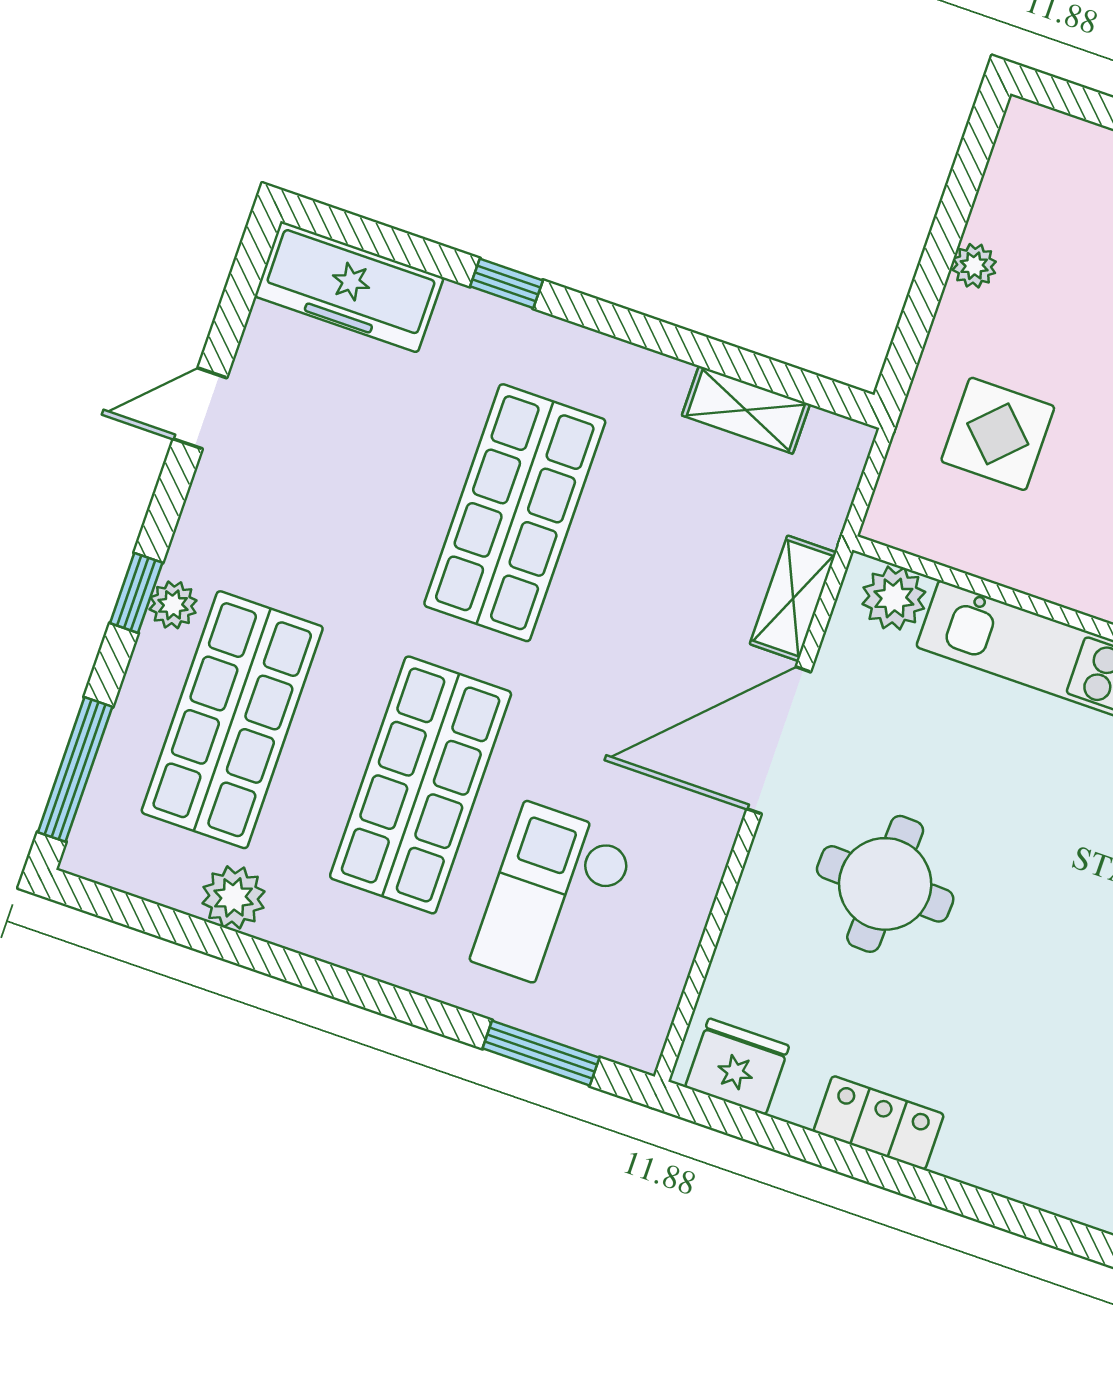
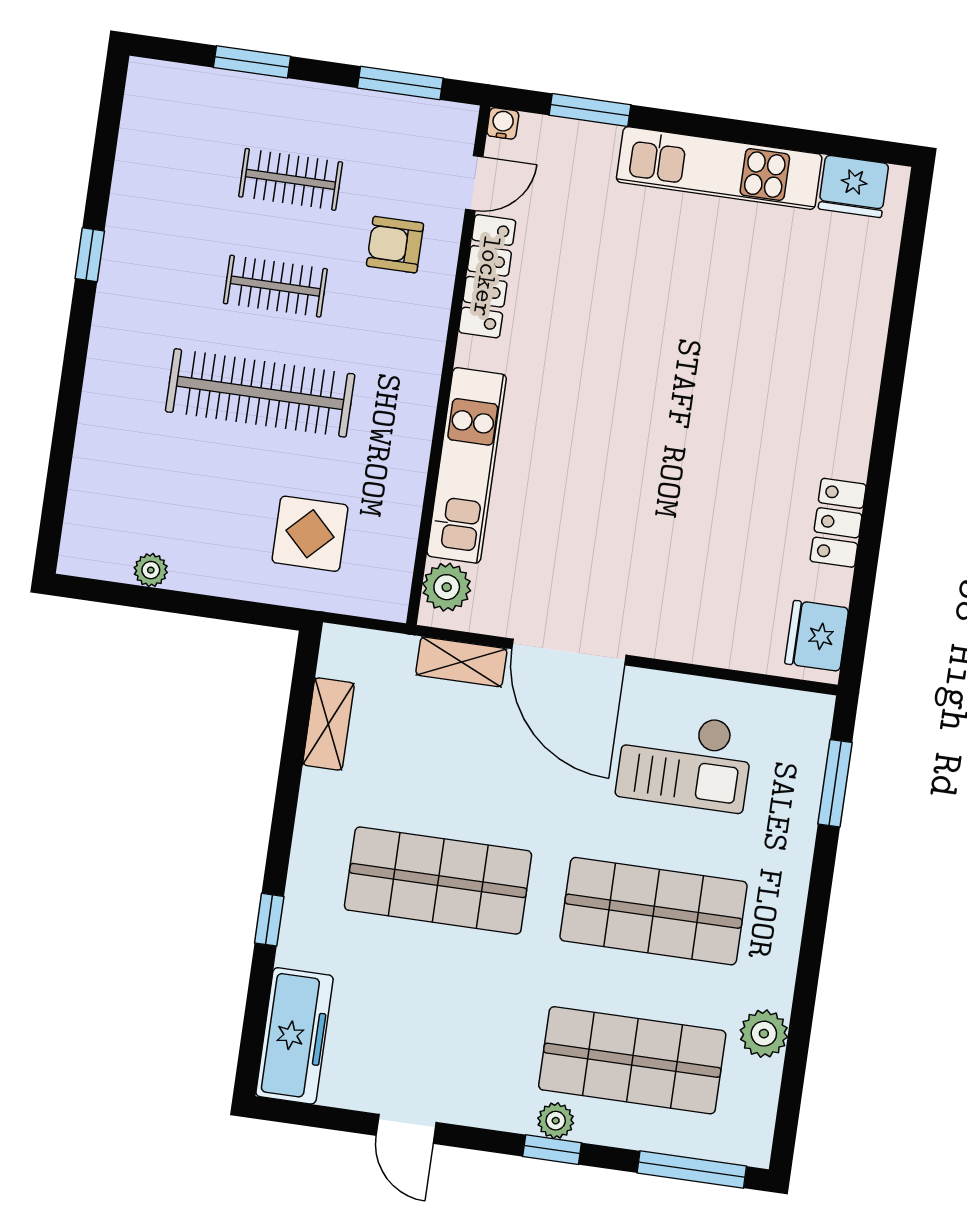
plant: (974, 266) -> (151, 570), moved
round table: (885, 884) -> (660, 552), removed
checkout: (553, 900) -> (685, 760), moved

